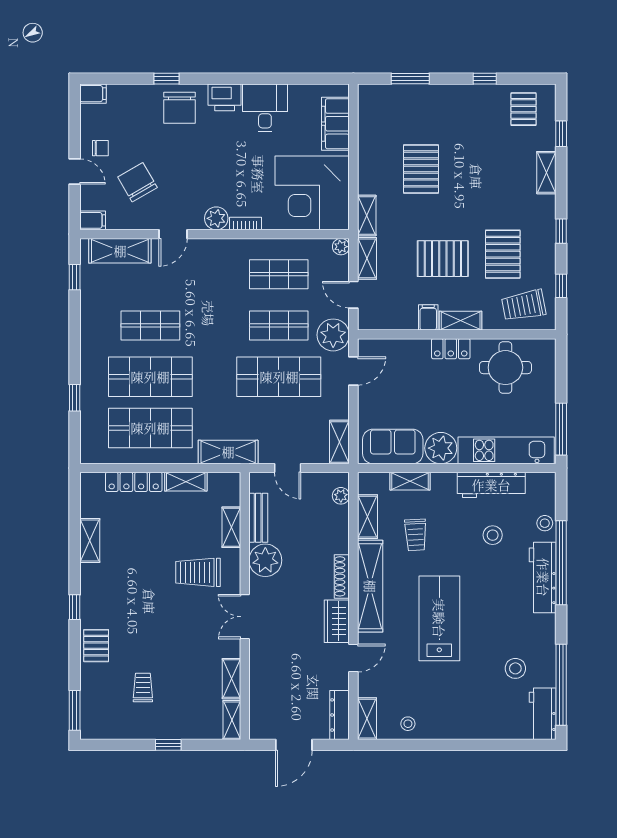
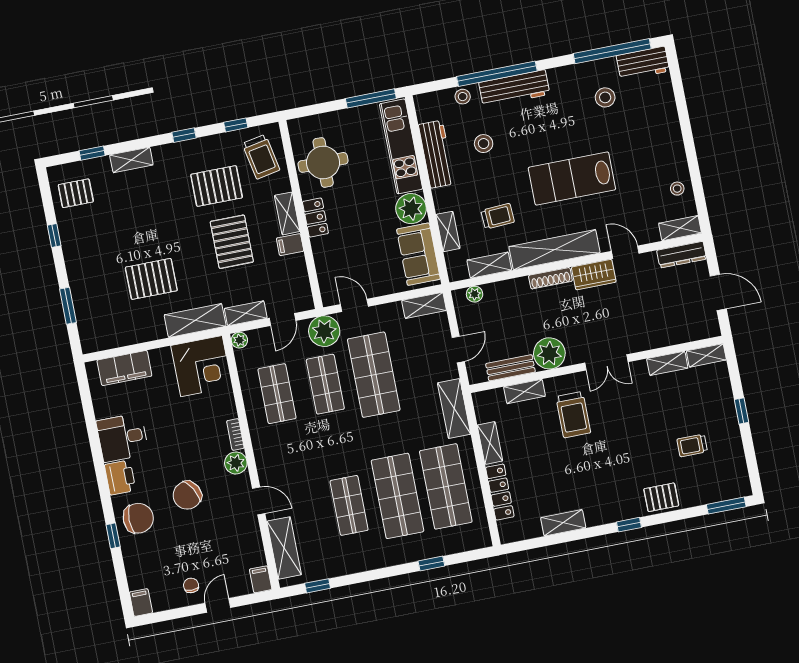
chair: (137, 182) -> (187, 495), moved
corner desk: (312, 193) -> (201, 366), width x0.74, depth x0.74
shelving: (367, 215) -> (195, 321), width x1.50, depth x1.33

